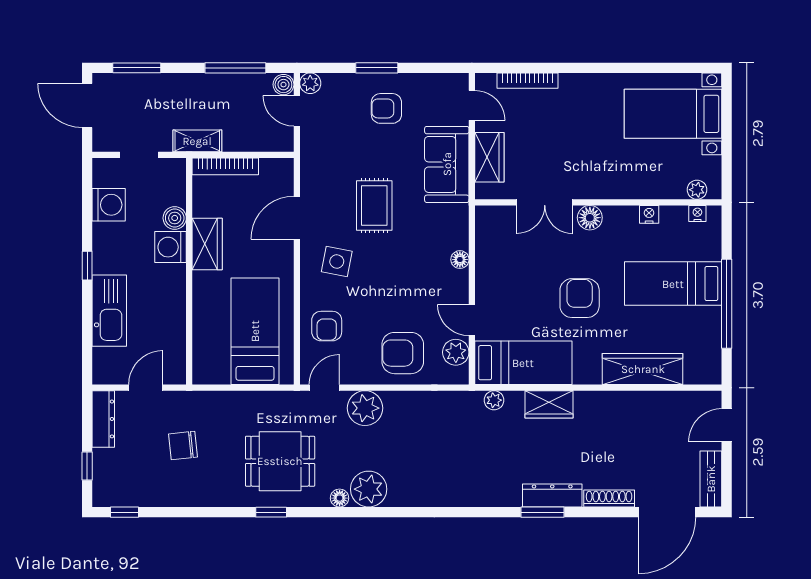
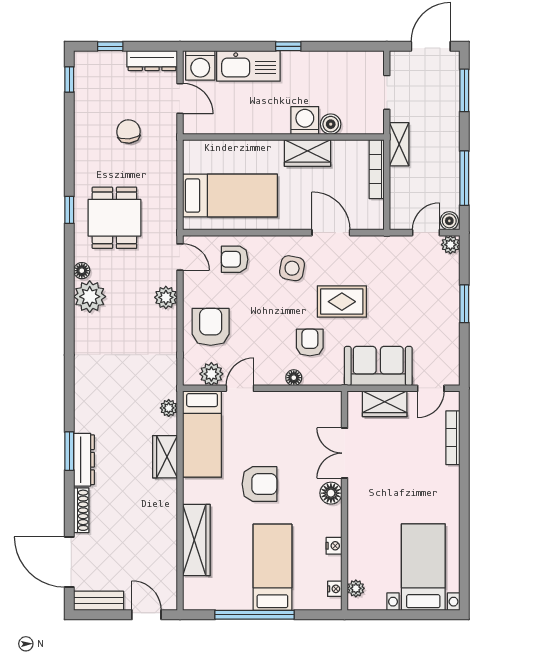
armchair: (386, 108) -> (310, 343), moved
washing machine: (109, 205) -> (200, 65), moved
plant: (365, 408) -> (166, 297), width x0.73, depth x0.73

